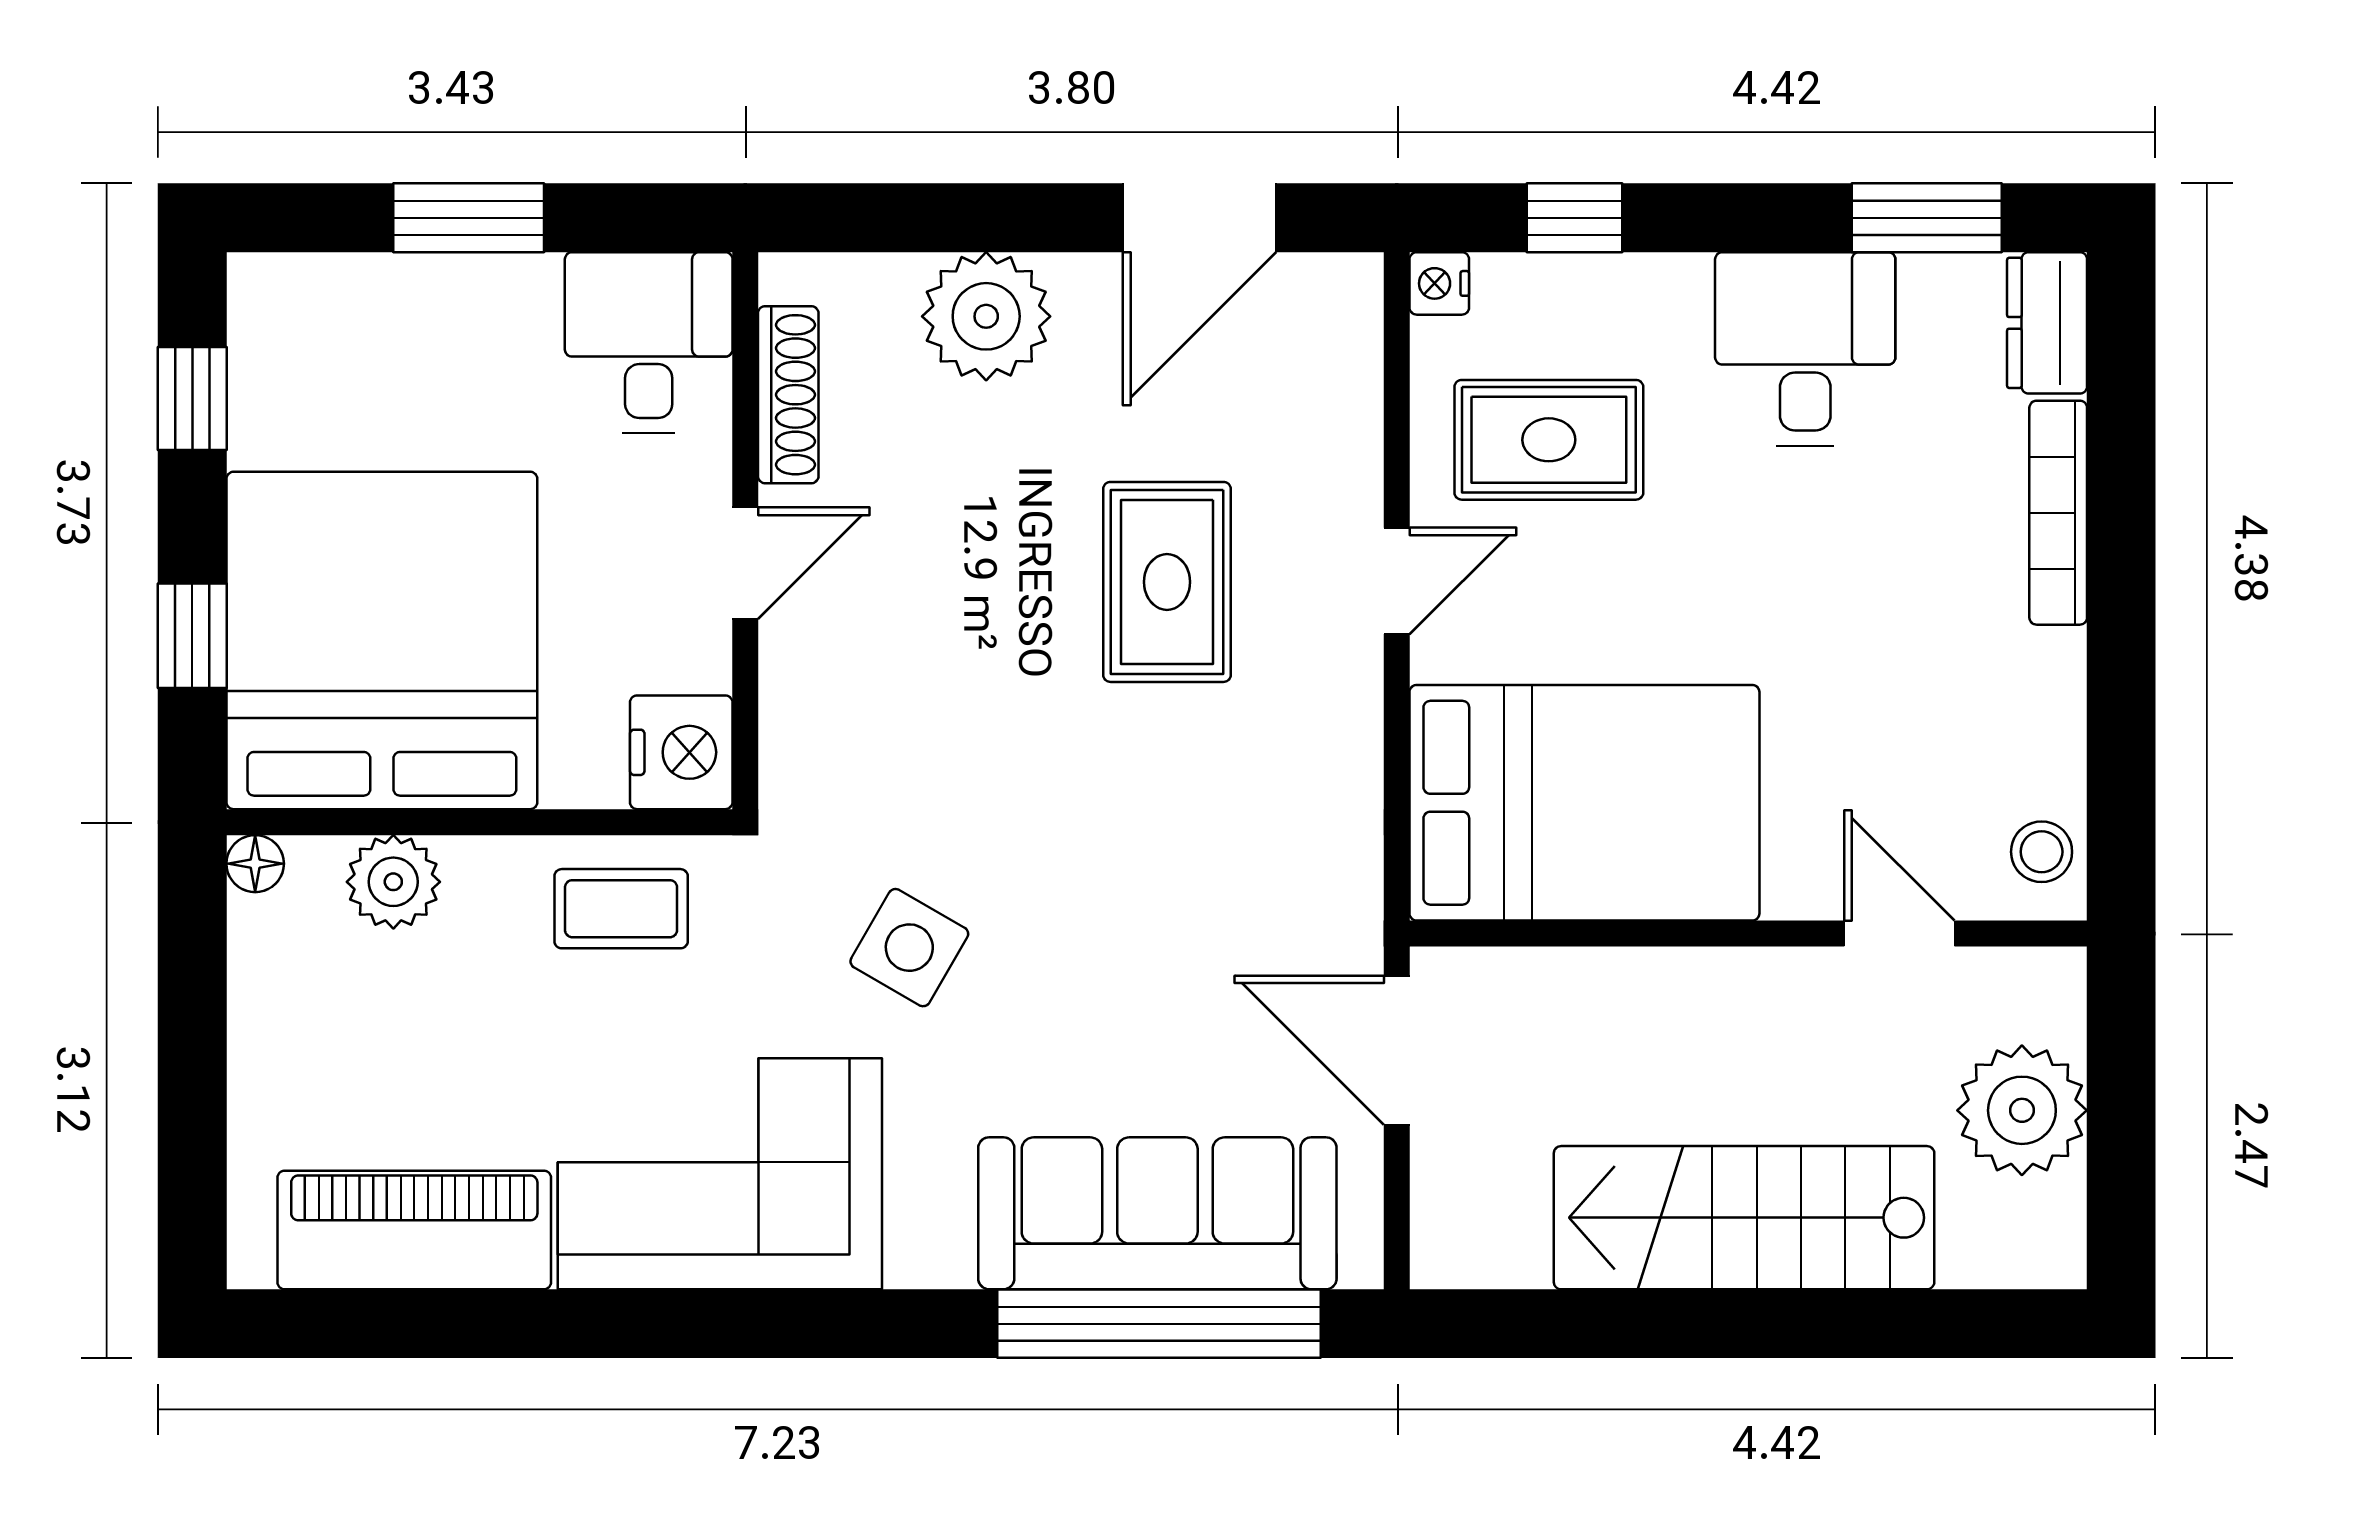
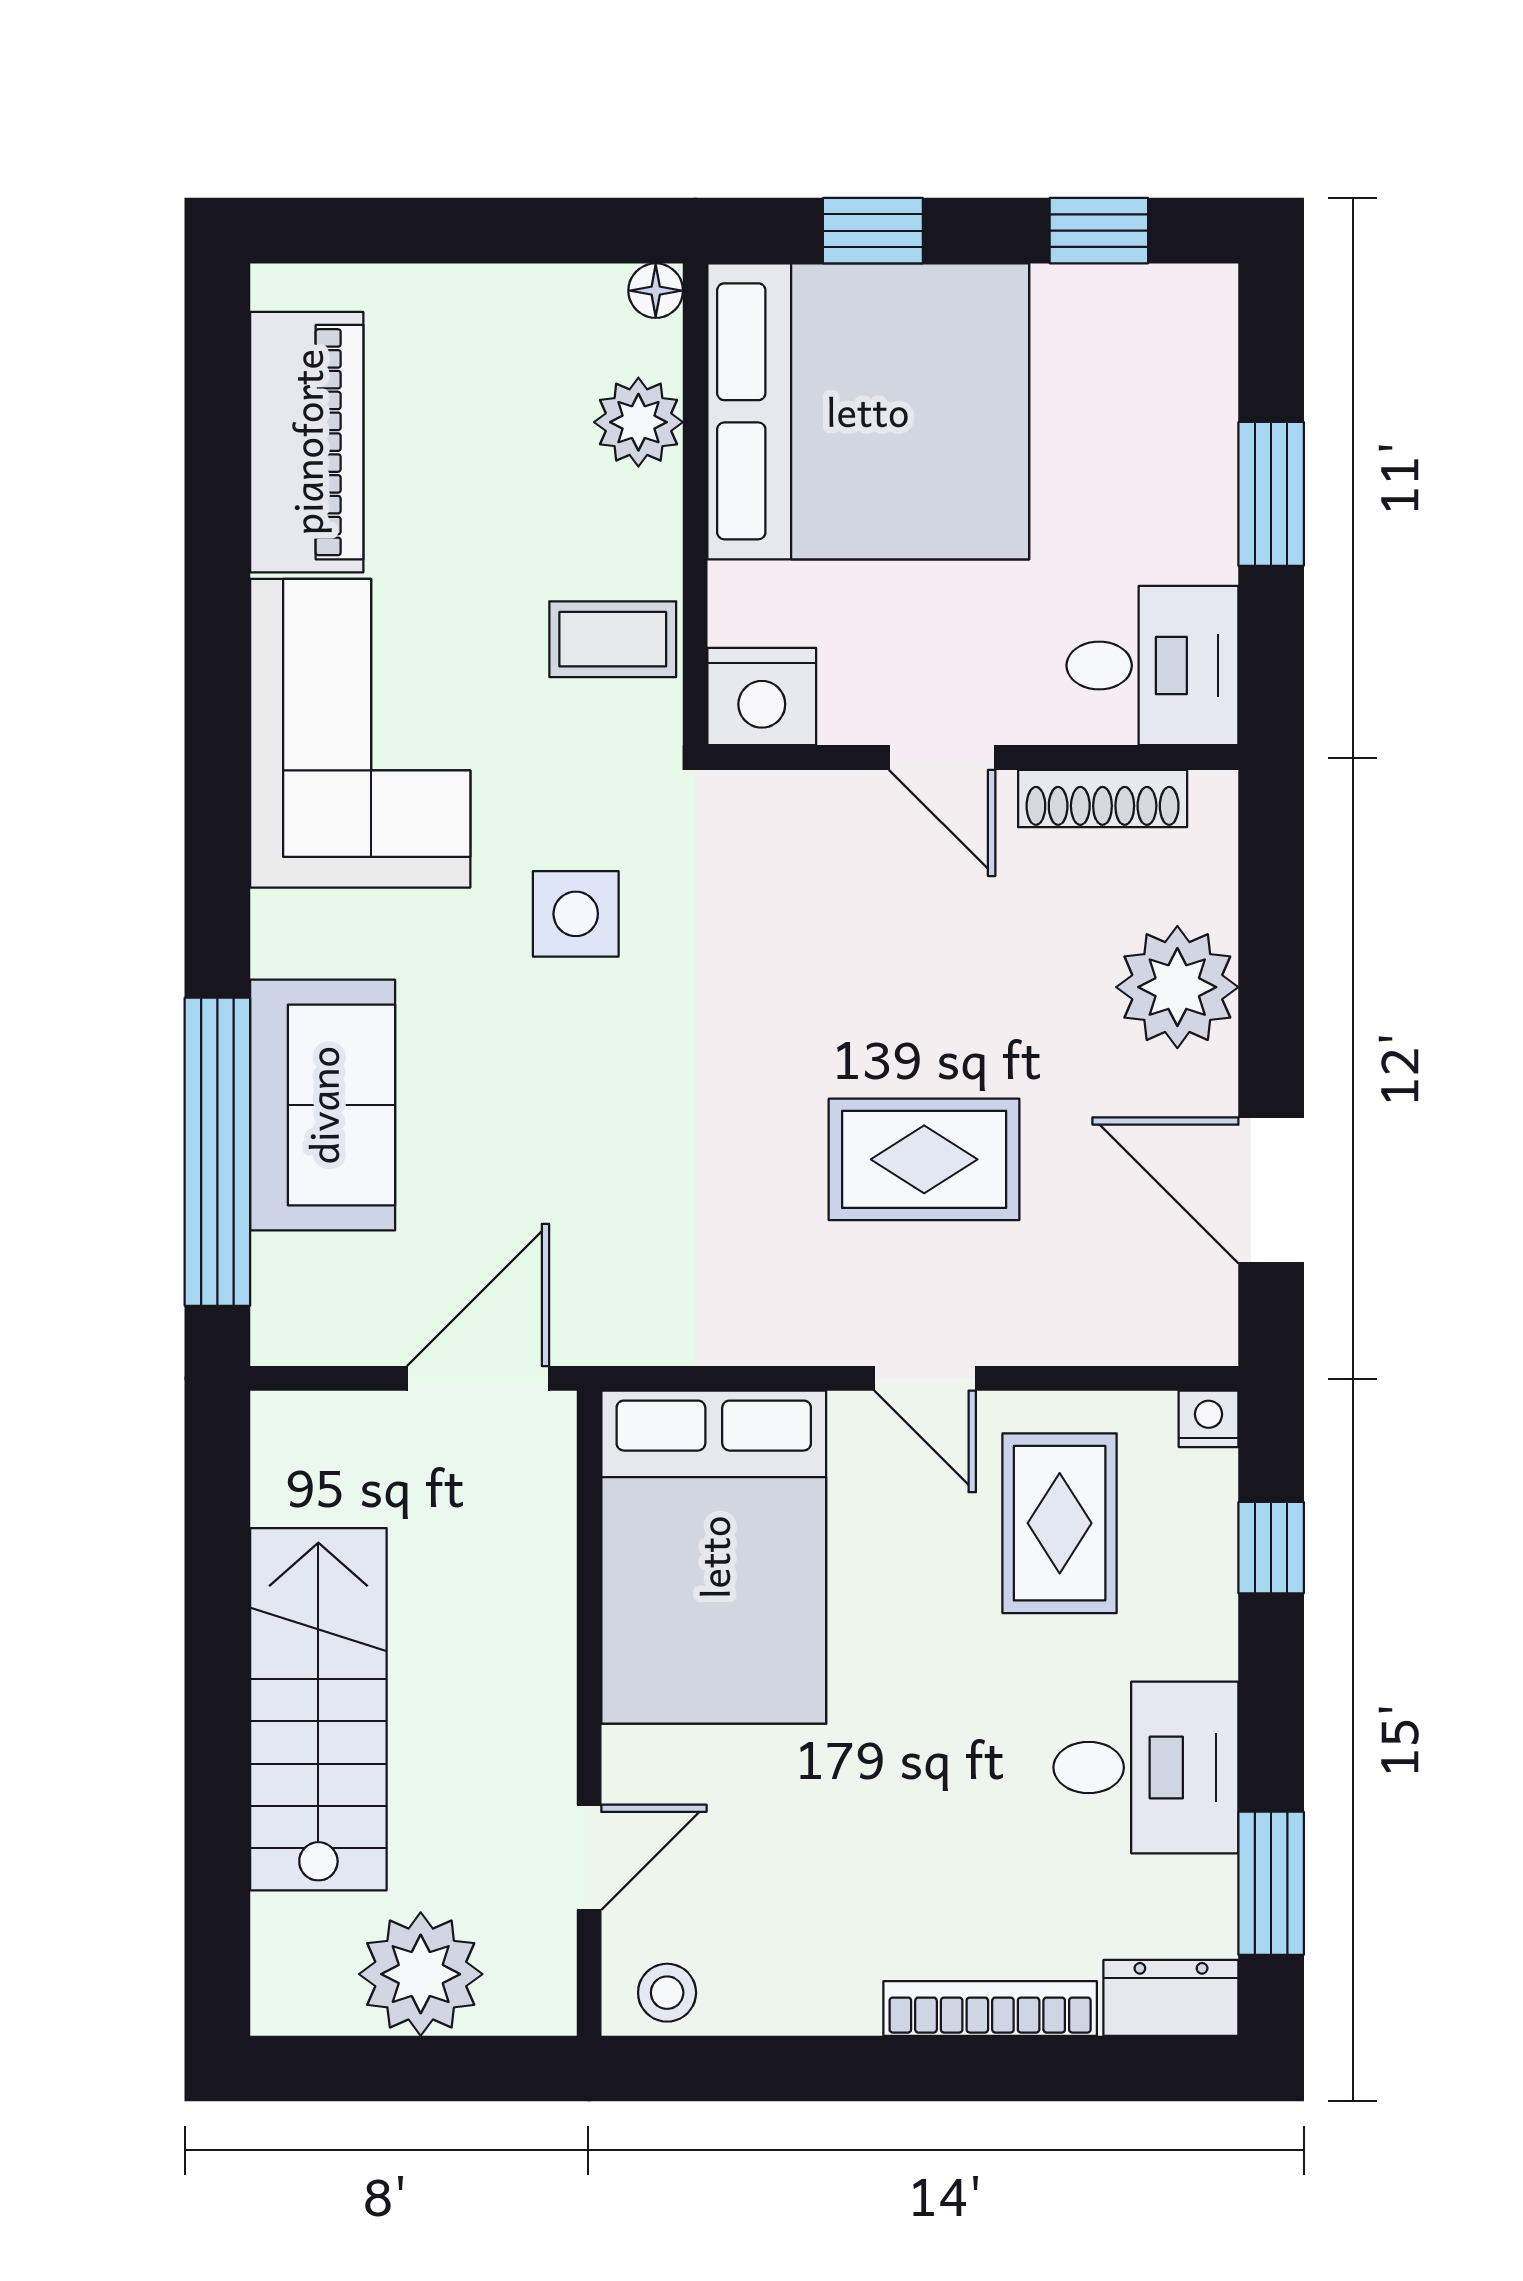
coffee table: (621, 909) -> (613, 639), turned 90
side table: (909, 948) -> (576, 914), turned -30
sofa: (1157, 1213) -> (323, 1105), width x0.73

